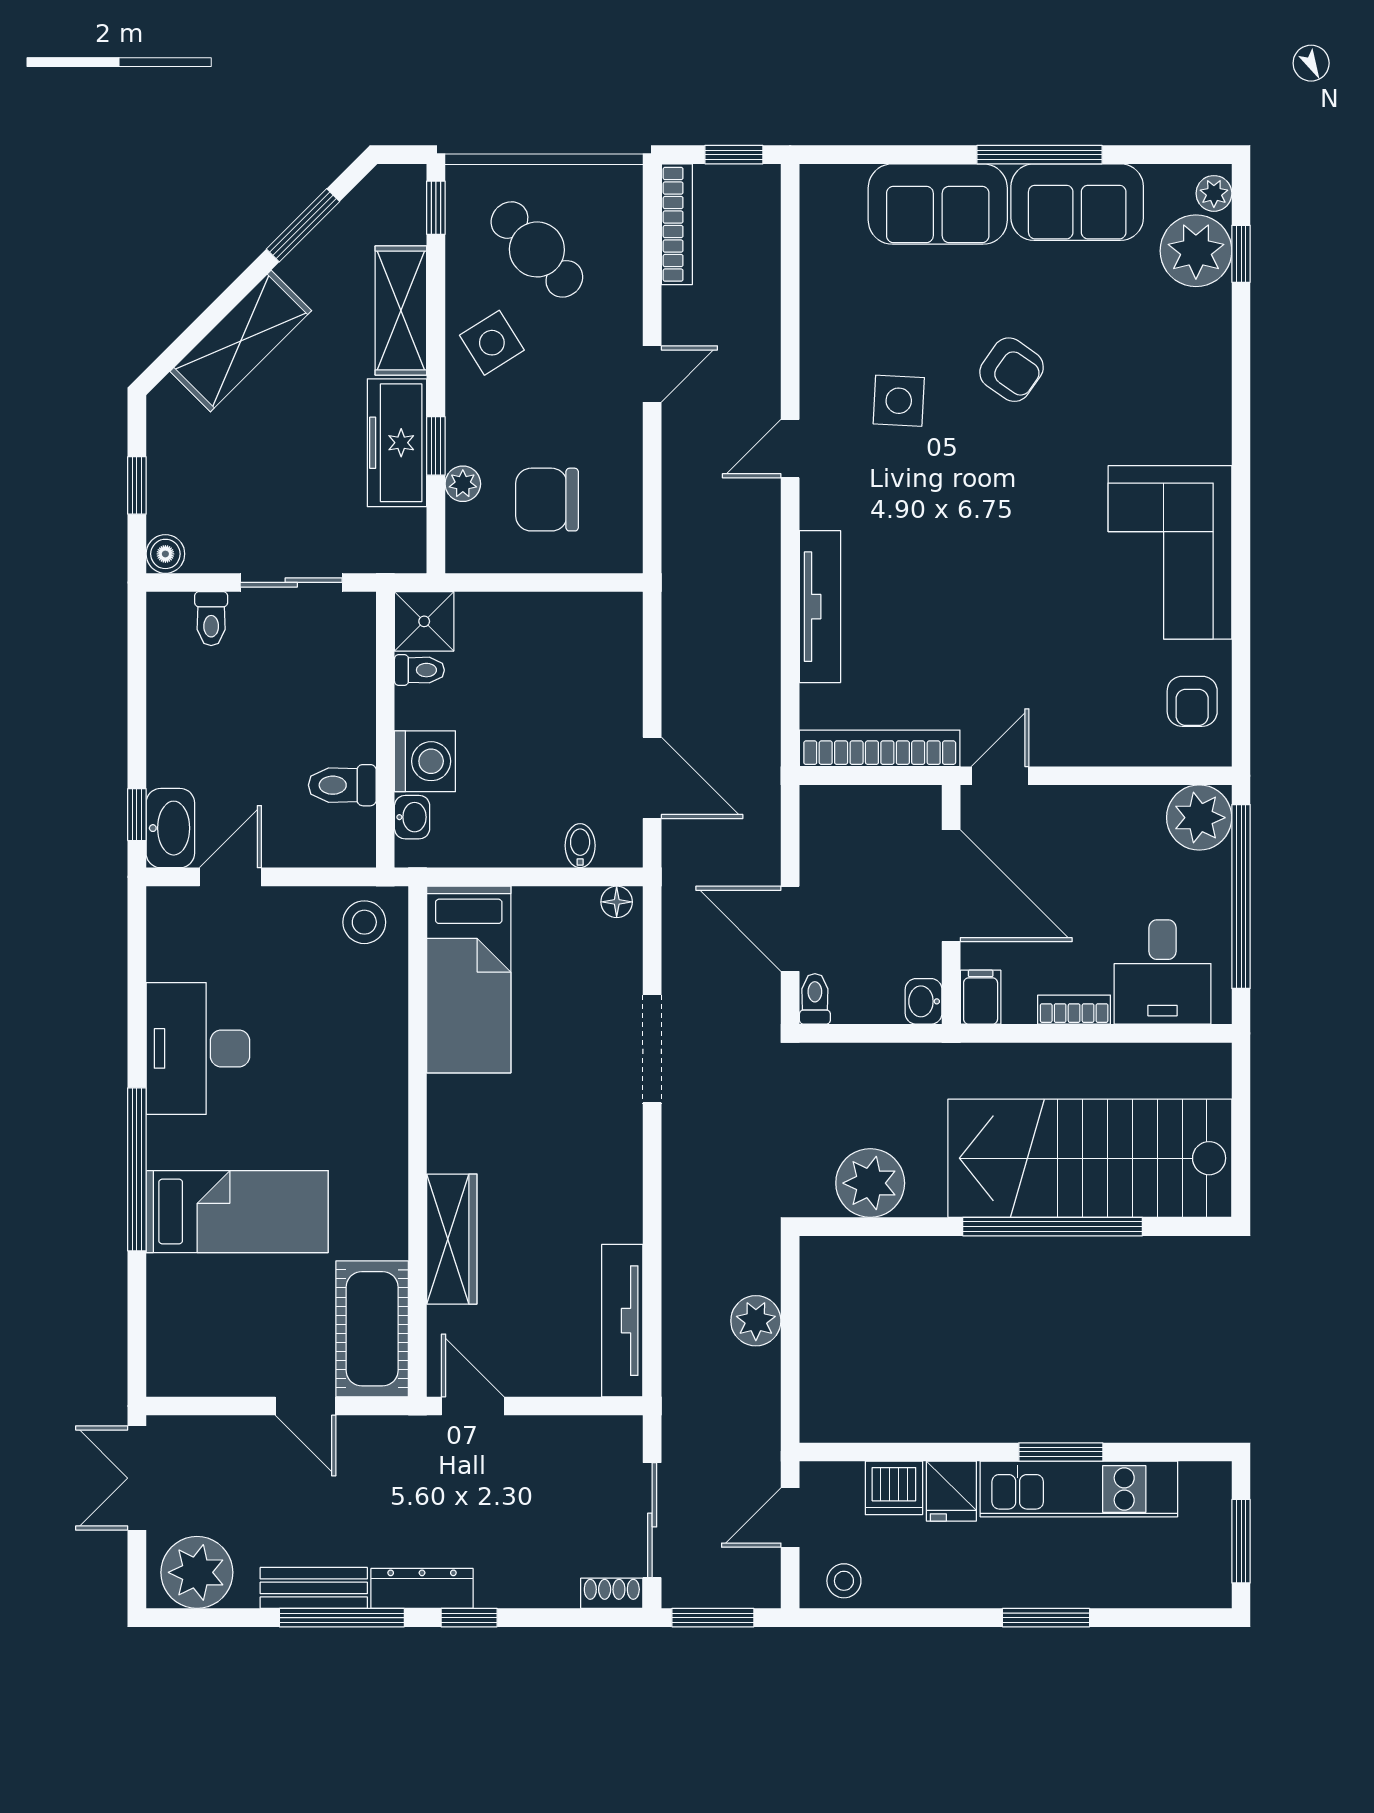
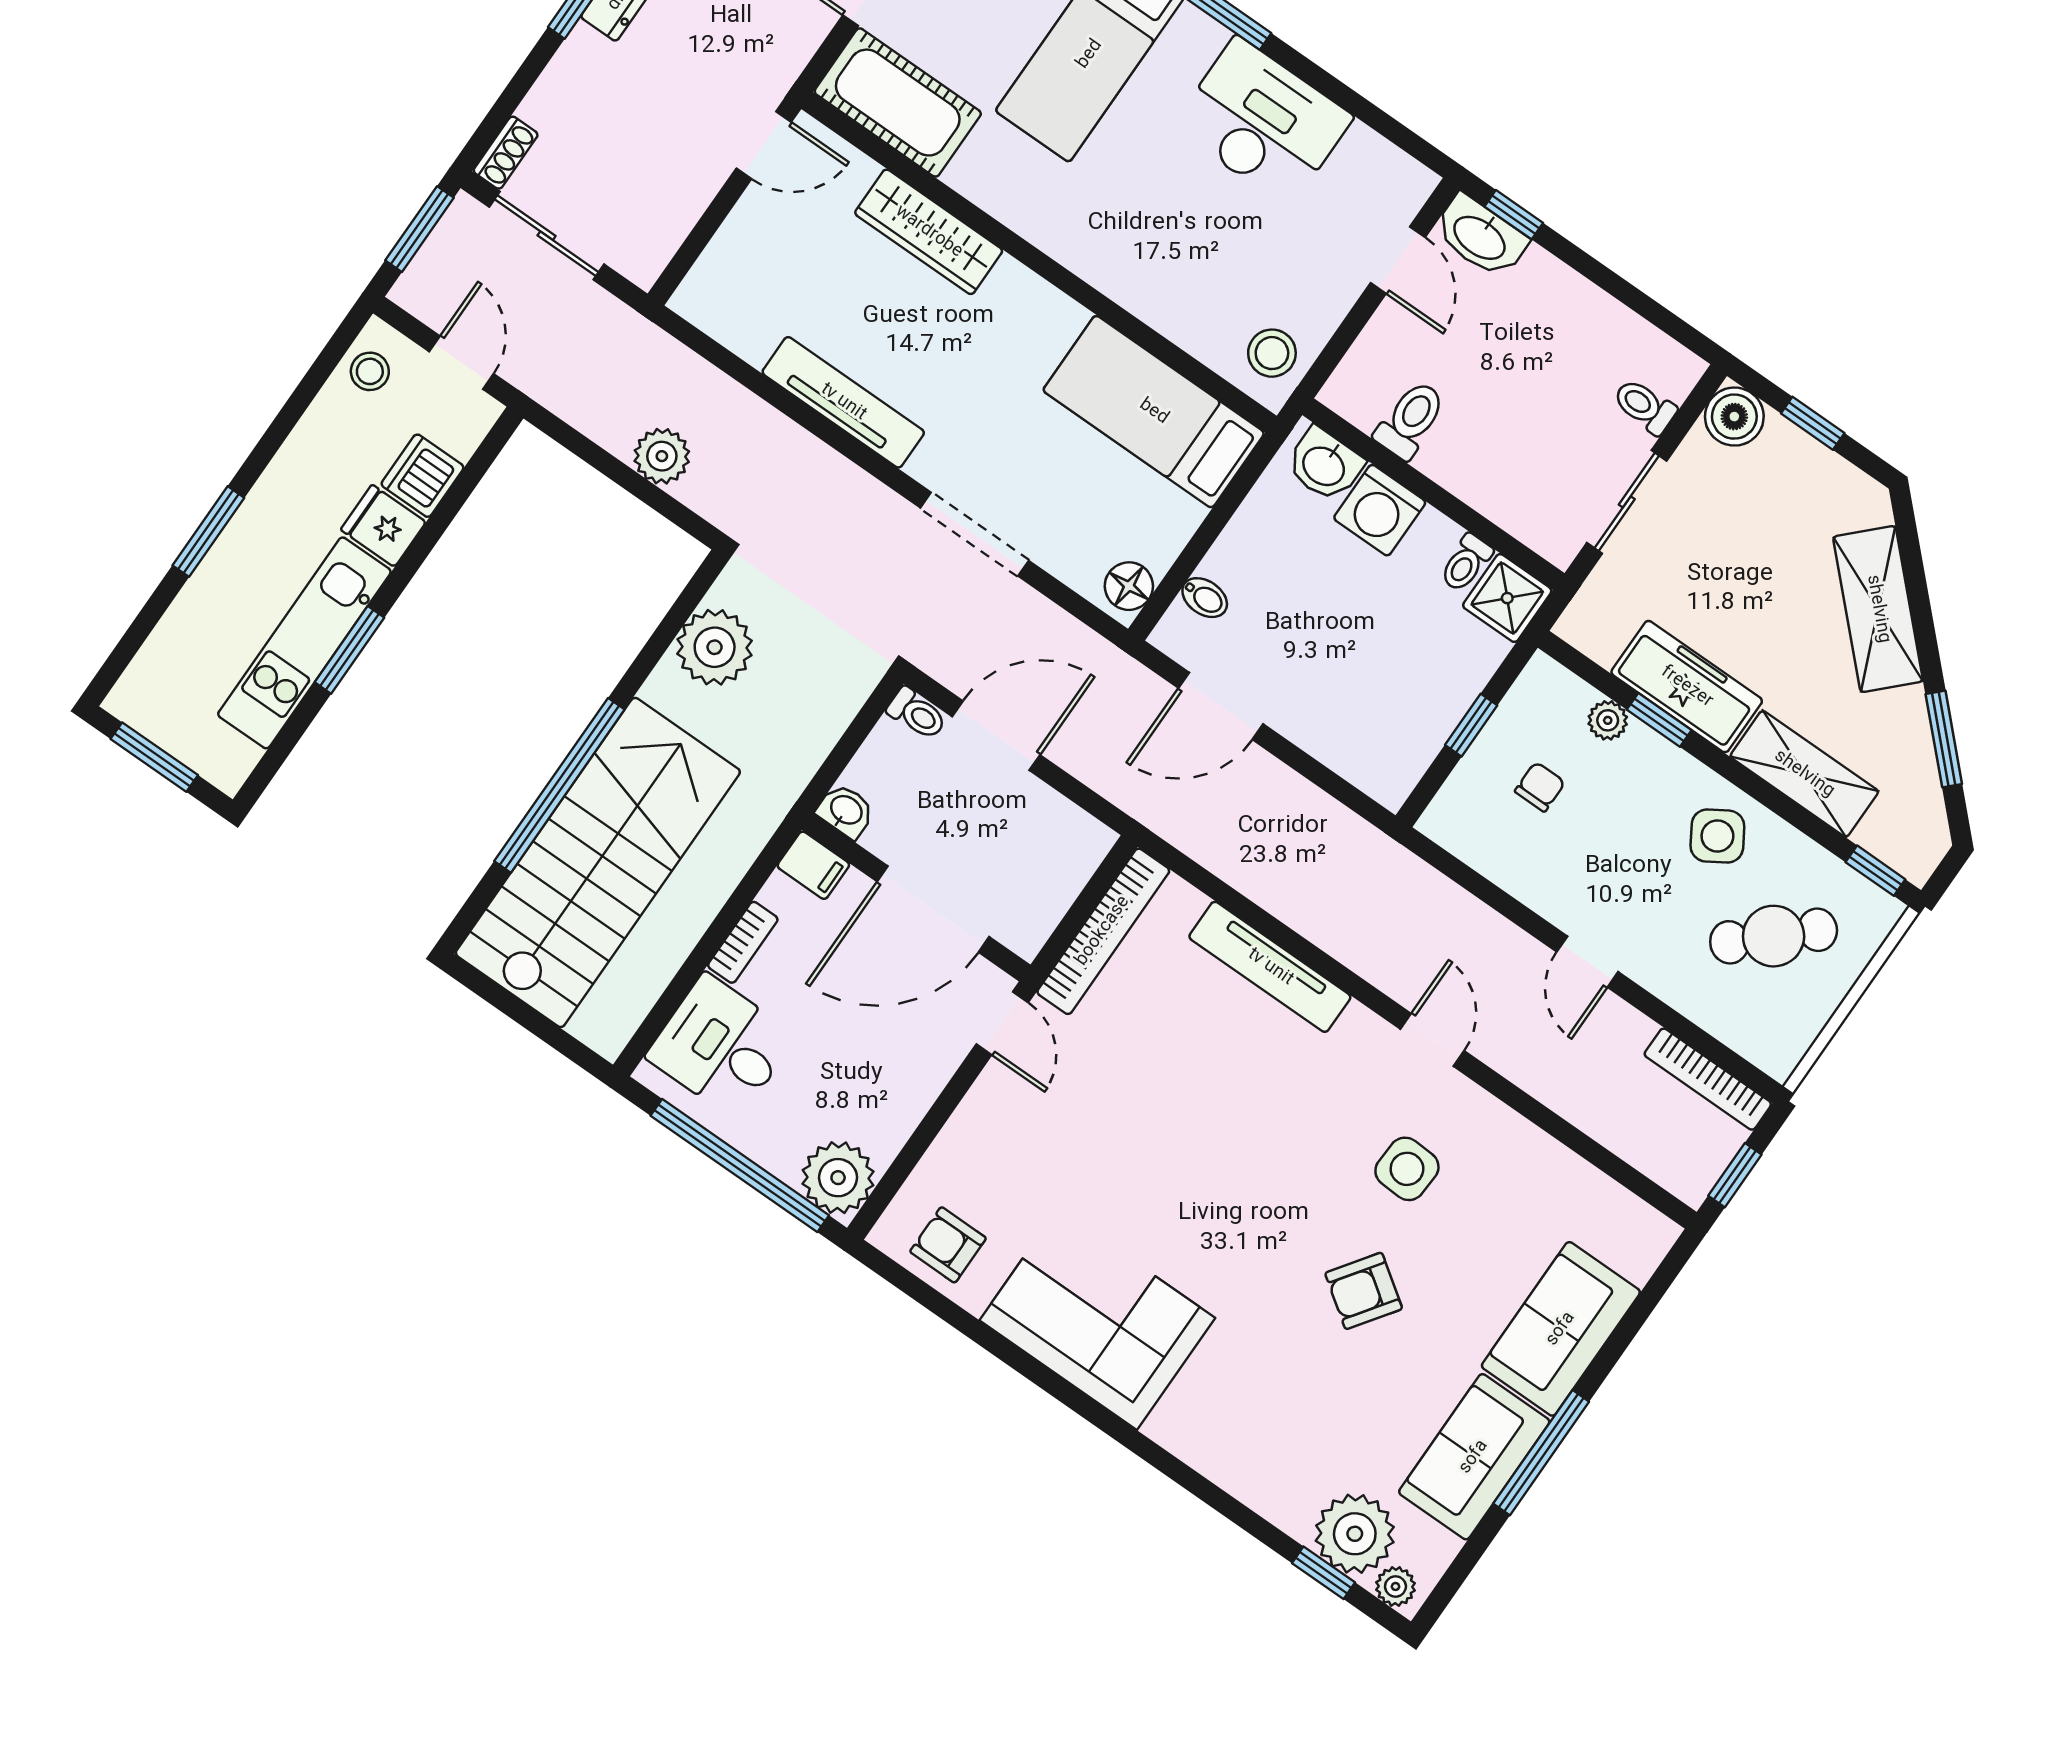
chair: (547, 500) -> (1540, 787), width x0.54, depth x0.54
boiler: (165, 554) -> (1734, 417), width x1.36, depth x1.36
window: (537, 582) -> (1471, 725), added
washbasin: (412, 817) -> (1325, 465), width x1.38, depth x1.45
floor lamp: (617, 902) -> (1129, 586), width x1.37, depth x1.37
tv unit: (622, 1321) -> (843, 402), moved

